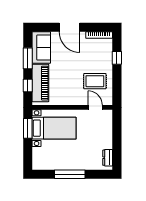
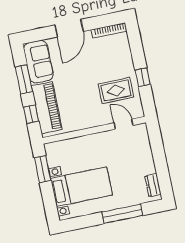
door: (70, 27) -> (69, 28), hinge flipped
window: (117, 58) -> (143, 77), moved
bed with nightstands: (54, 128) -> (82, 187), moved
window: (70, 174) -> (122, 214), moved

